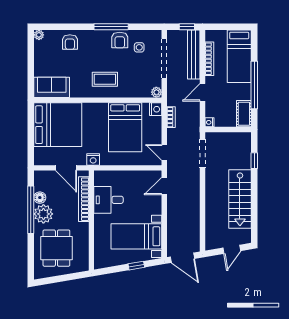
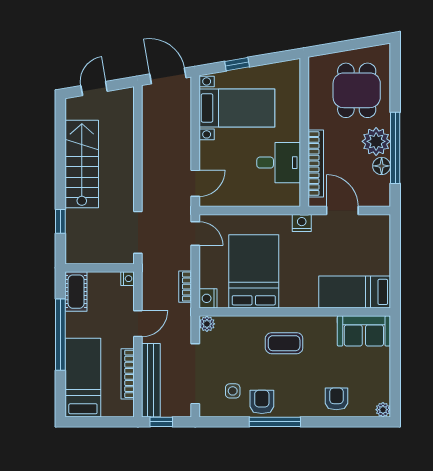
bed: (58, 125) -> (355, 292), width x0.49

